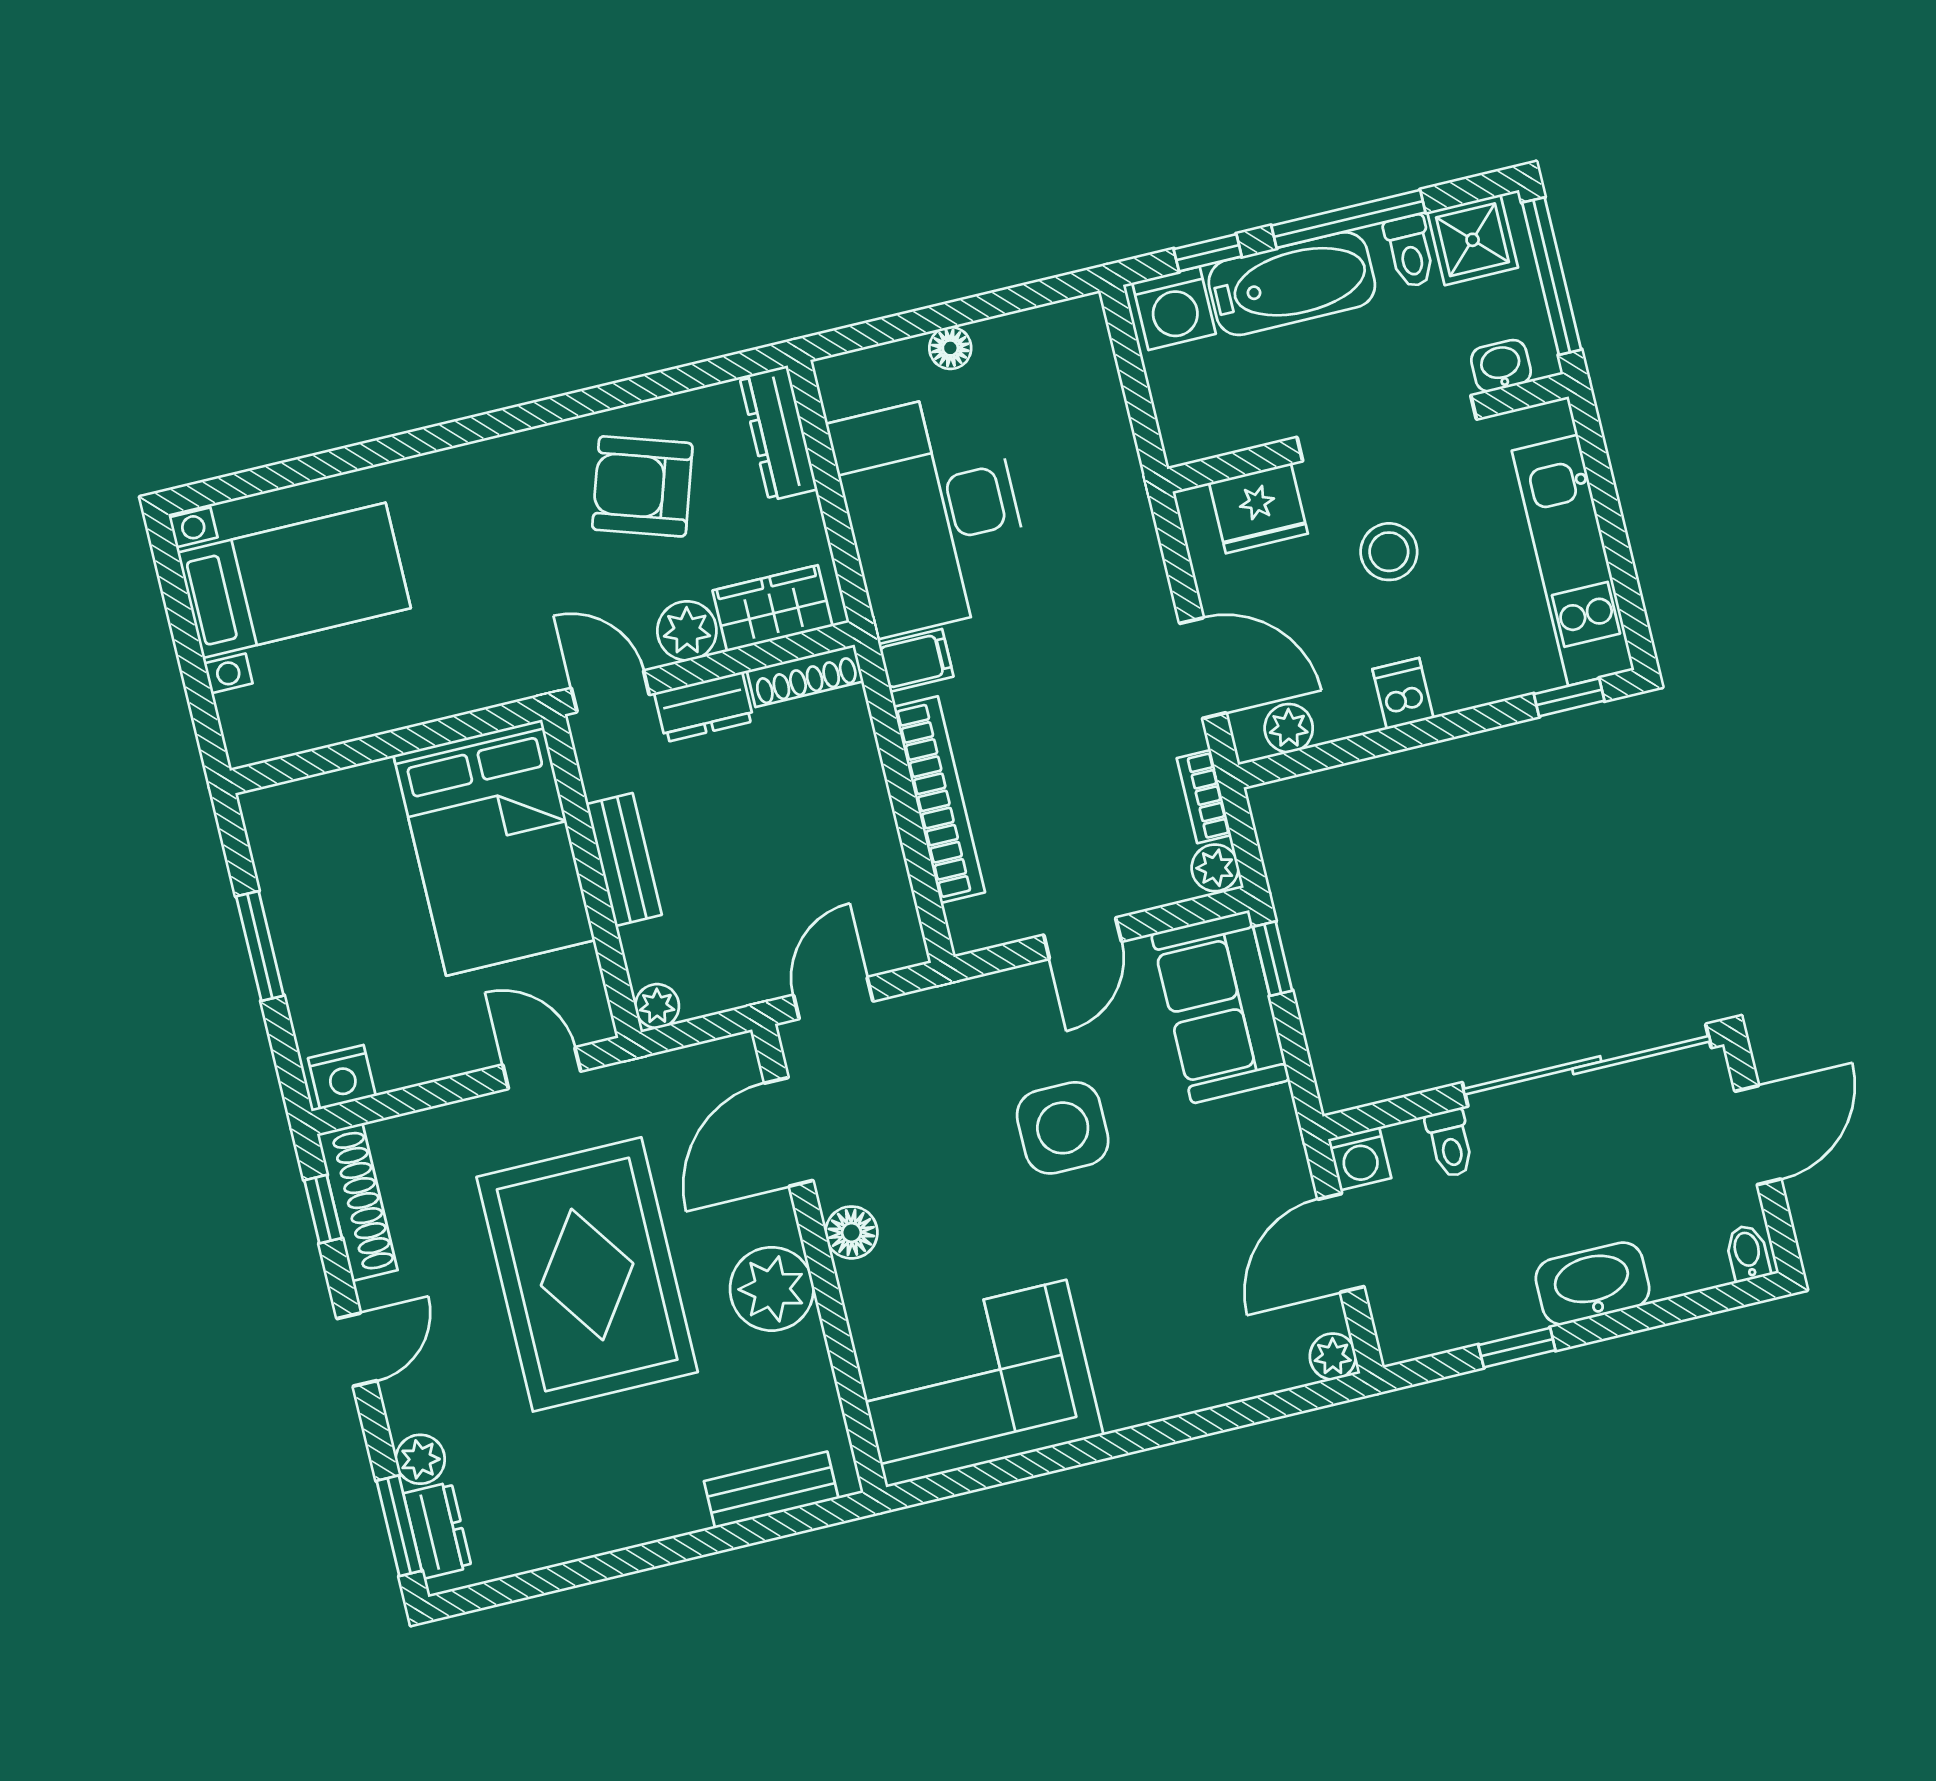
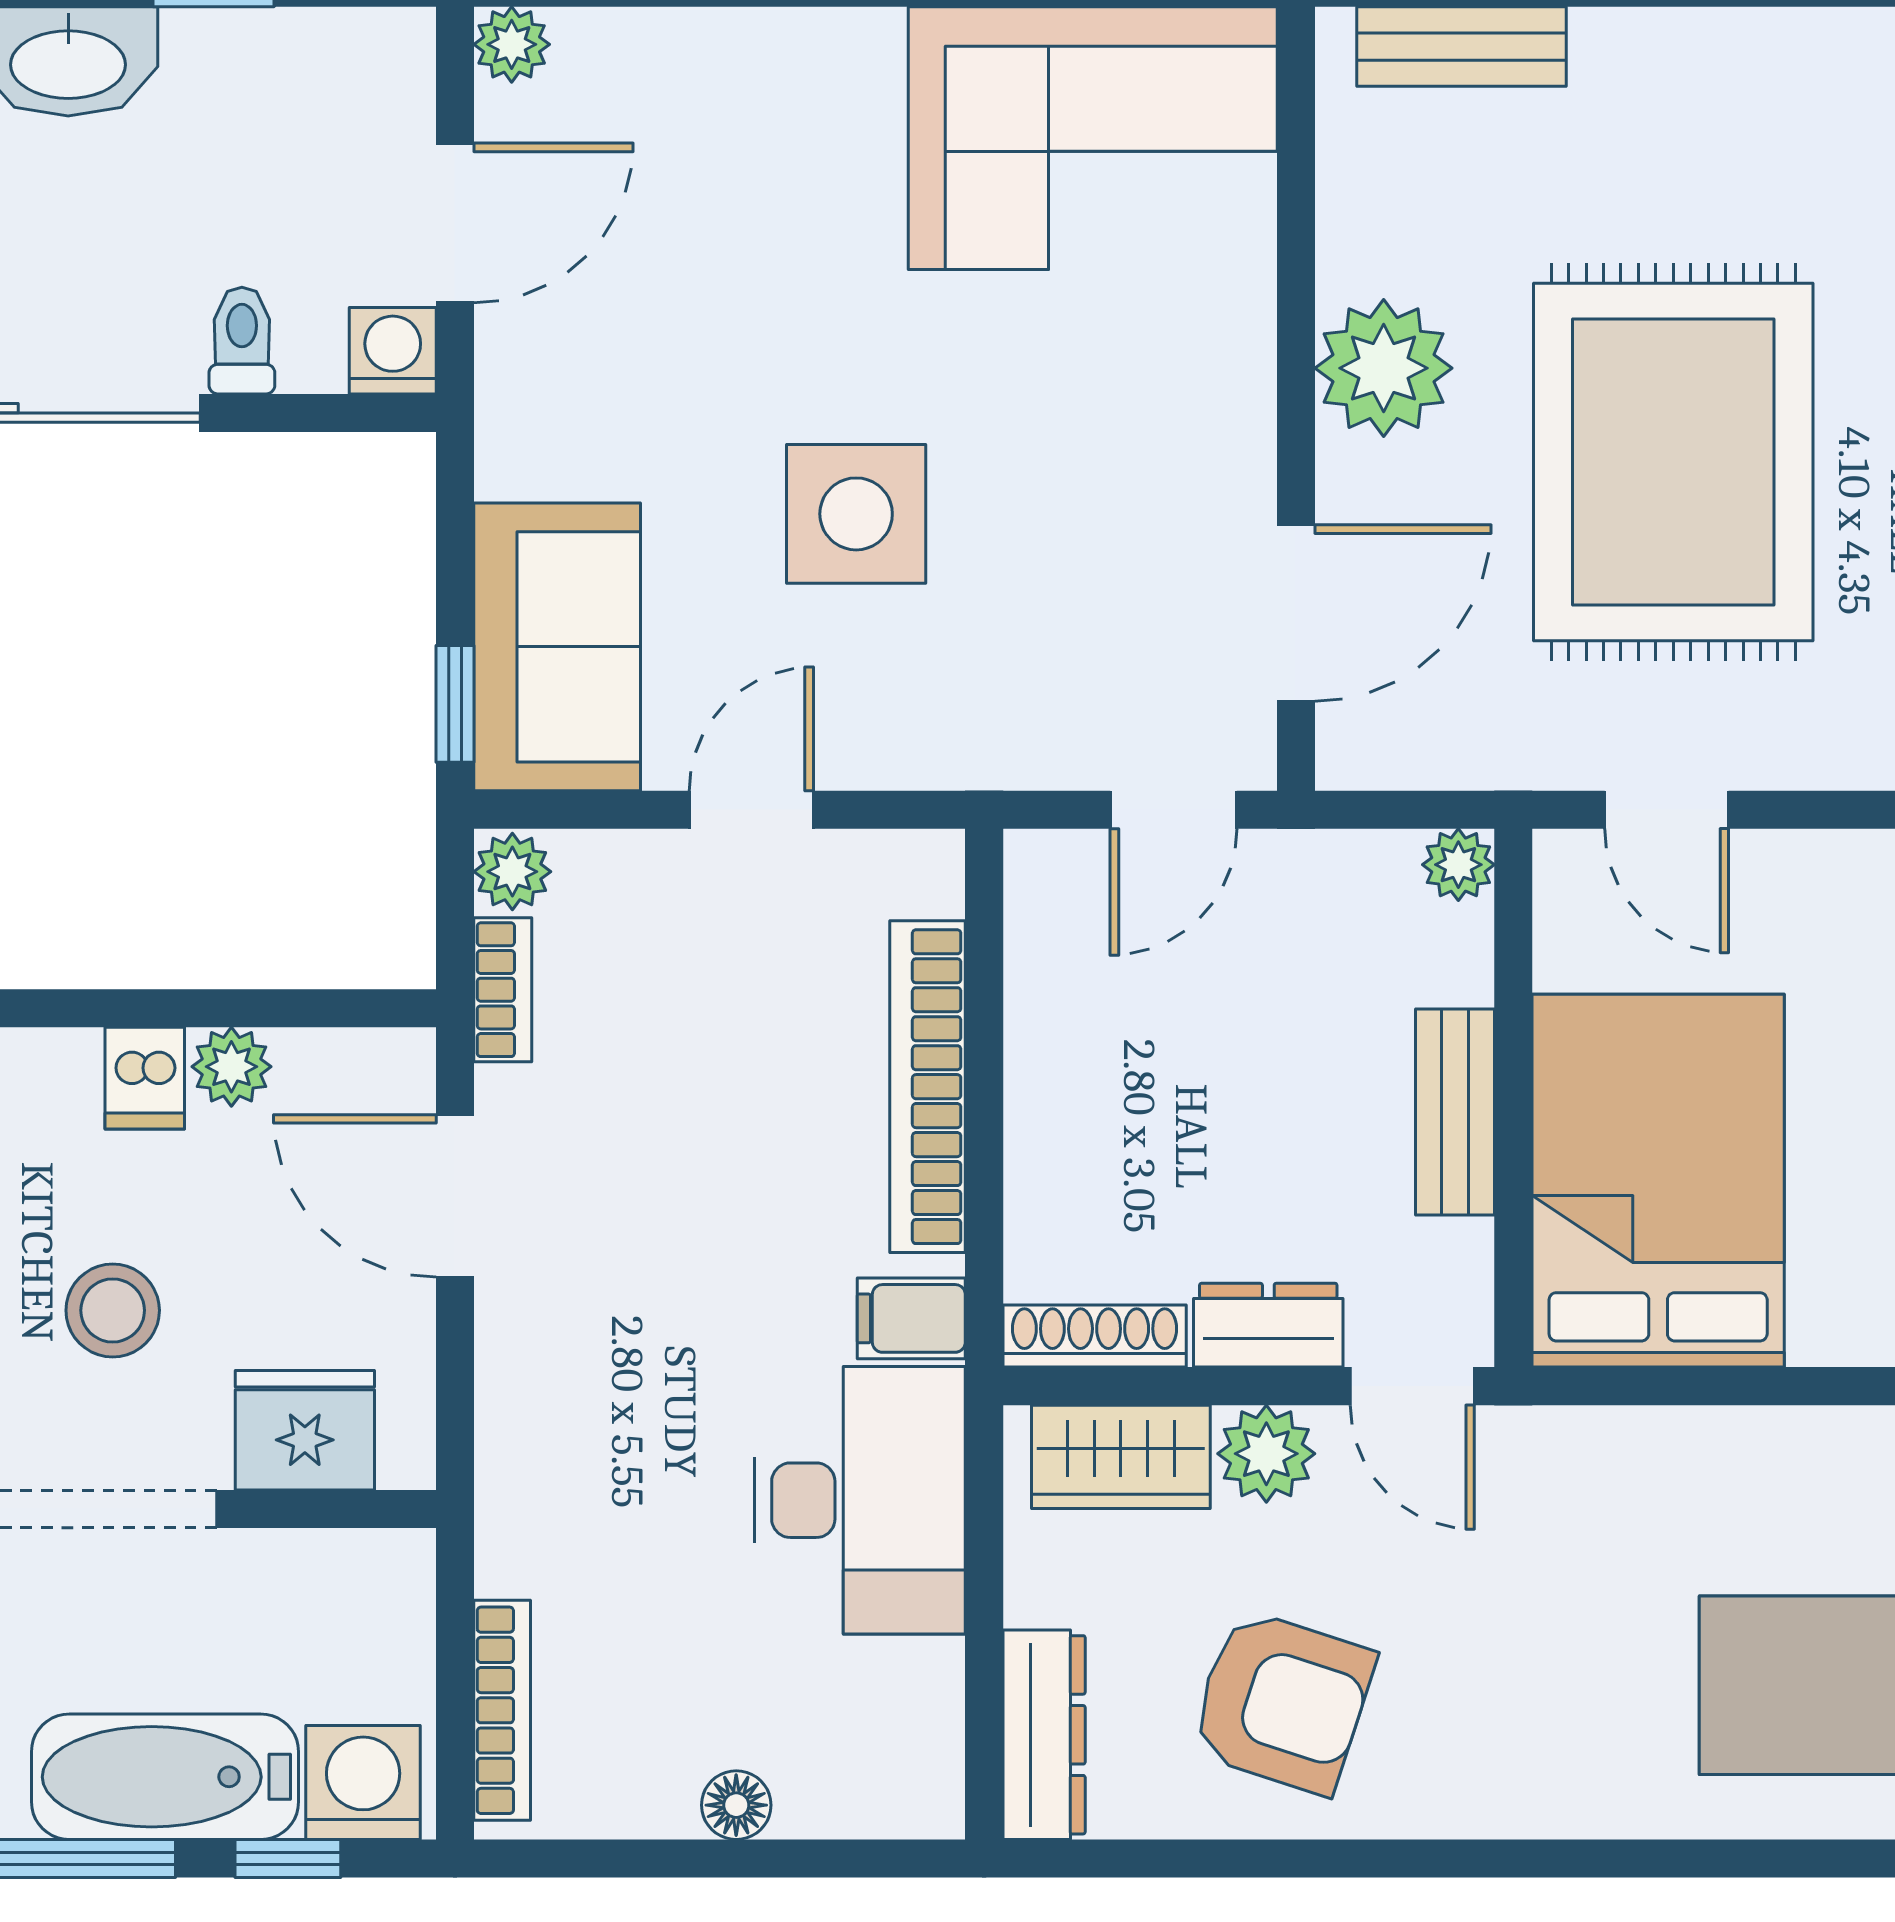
bookcase: (1102, 371) -> (502, 1710), added
desk: (932, 512) -> (860, 1500), width x0.73, depth x0.77
plant: (1289, 728) -> (231, 1067), moved
floor lamp: (851, 1232) -> (1234, 428), removed

